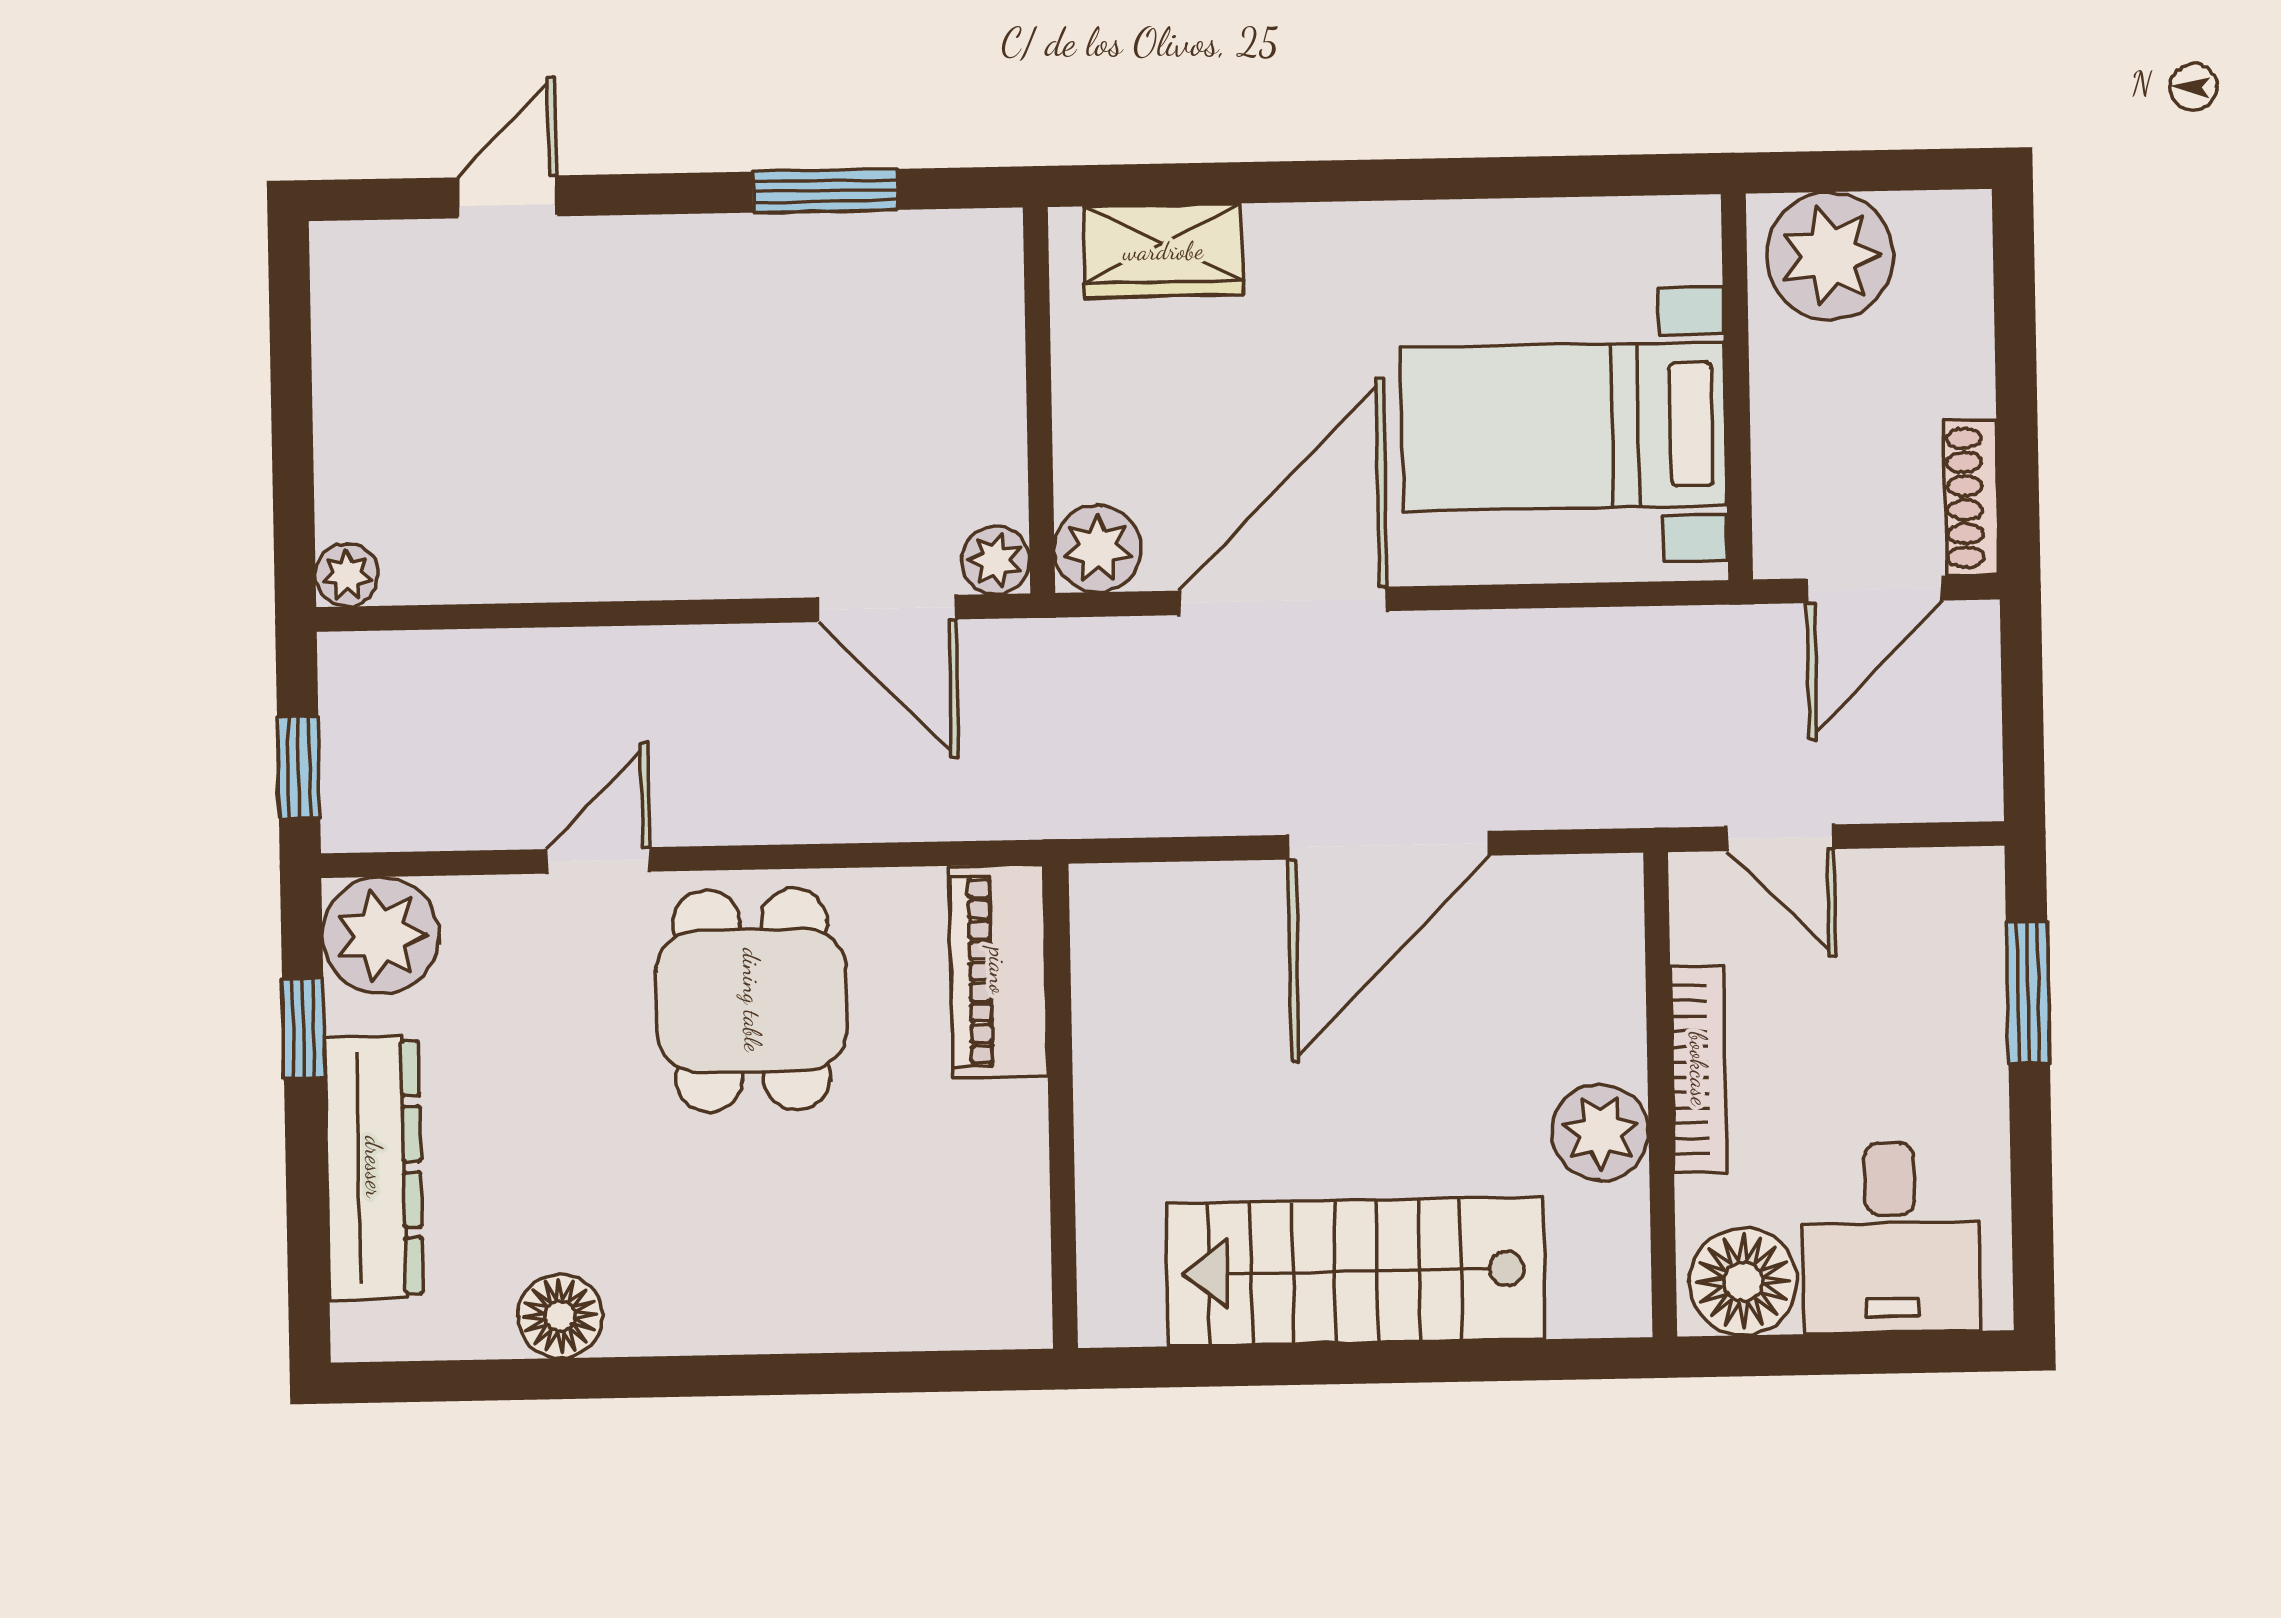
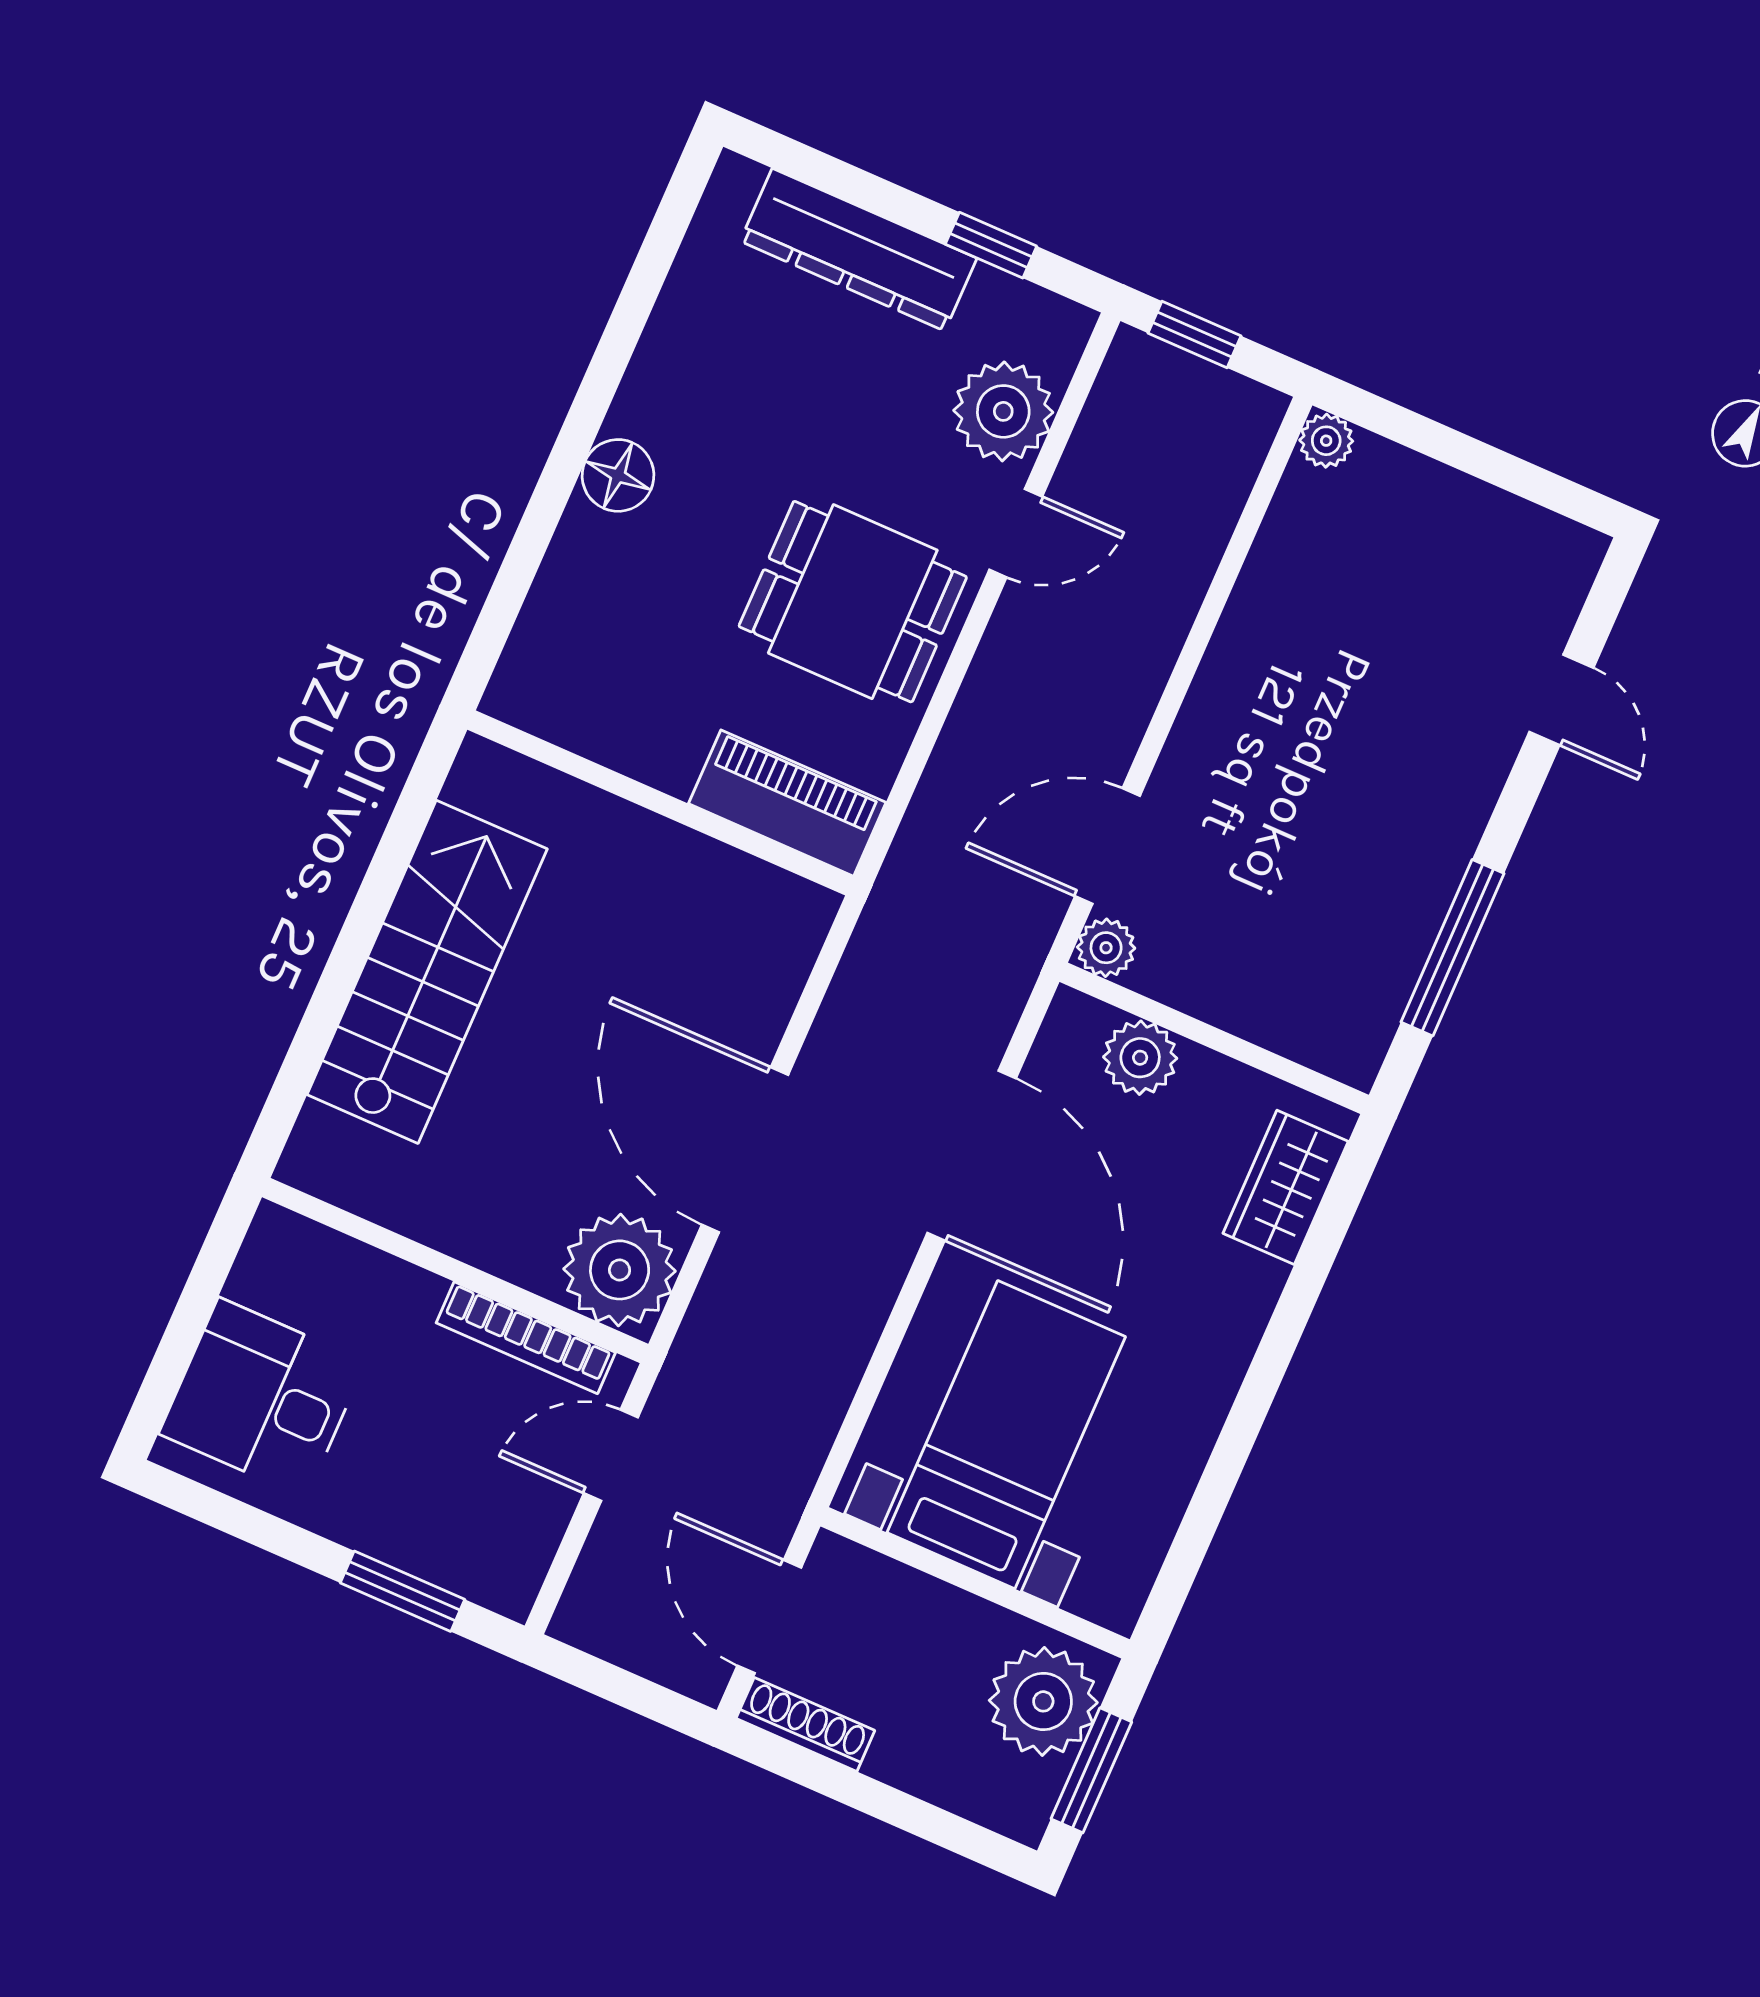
window: (1880, 170) -> (1091, 1770), added
window: (825, 191) -> (1452, 948), width x1.44
plant: (1098, 549) -> (1140, 1058), moved
door: (598, 860) -> (1016, 533), hinge flipped
plant: (381, 935) -> (1003, 411), moved
bookcase: (1699, 1069) -> (526, 1338), moved
plant: (1600, 1132) -> (620, 1270), moved, width x1.36, depth x1.36
floor lamp: (1743, 1281) -> (281, 1268), removed
floor lamp: (560, 1316) -> (618, 475), moved

